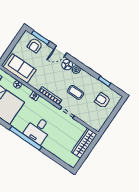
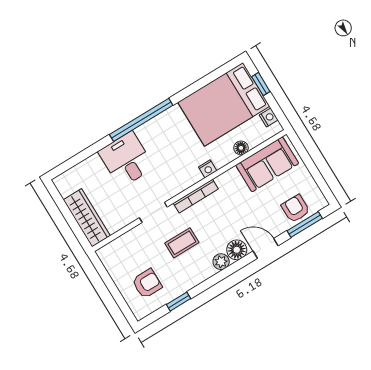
door: (60, 51) -> (266, 248), hinge flipped
desk: (38, 130) -> (126, 159), moved

